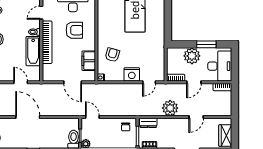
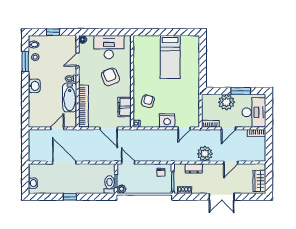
armchair: (74, 30) -> (110, 77), turned -112
bookcase: (47, 42) -> (83, 106), moved
door: (21, 82) -> (57, 128), hinge flipped
dresser: (148, 123) -> (194, 168), moved

